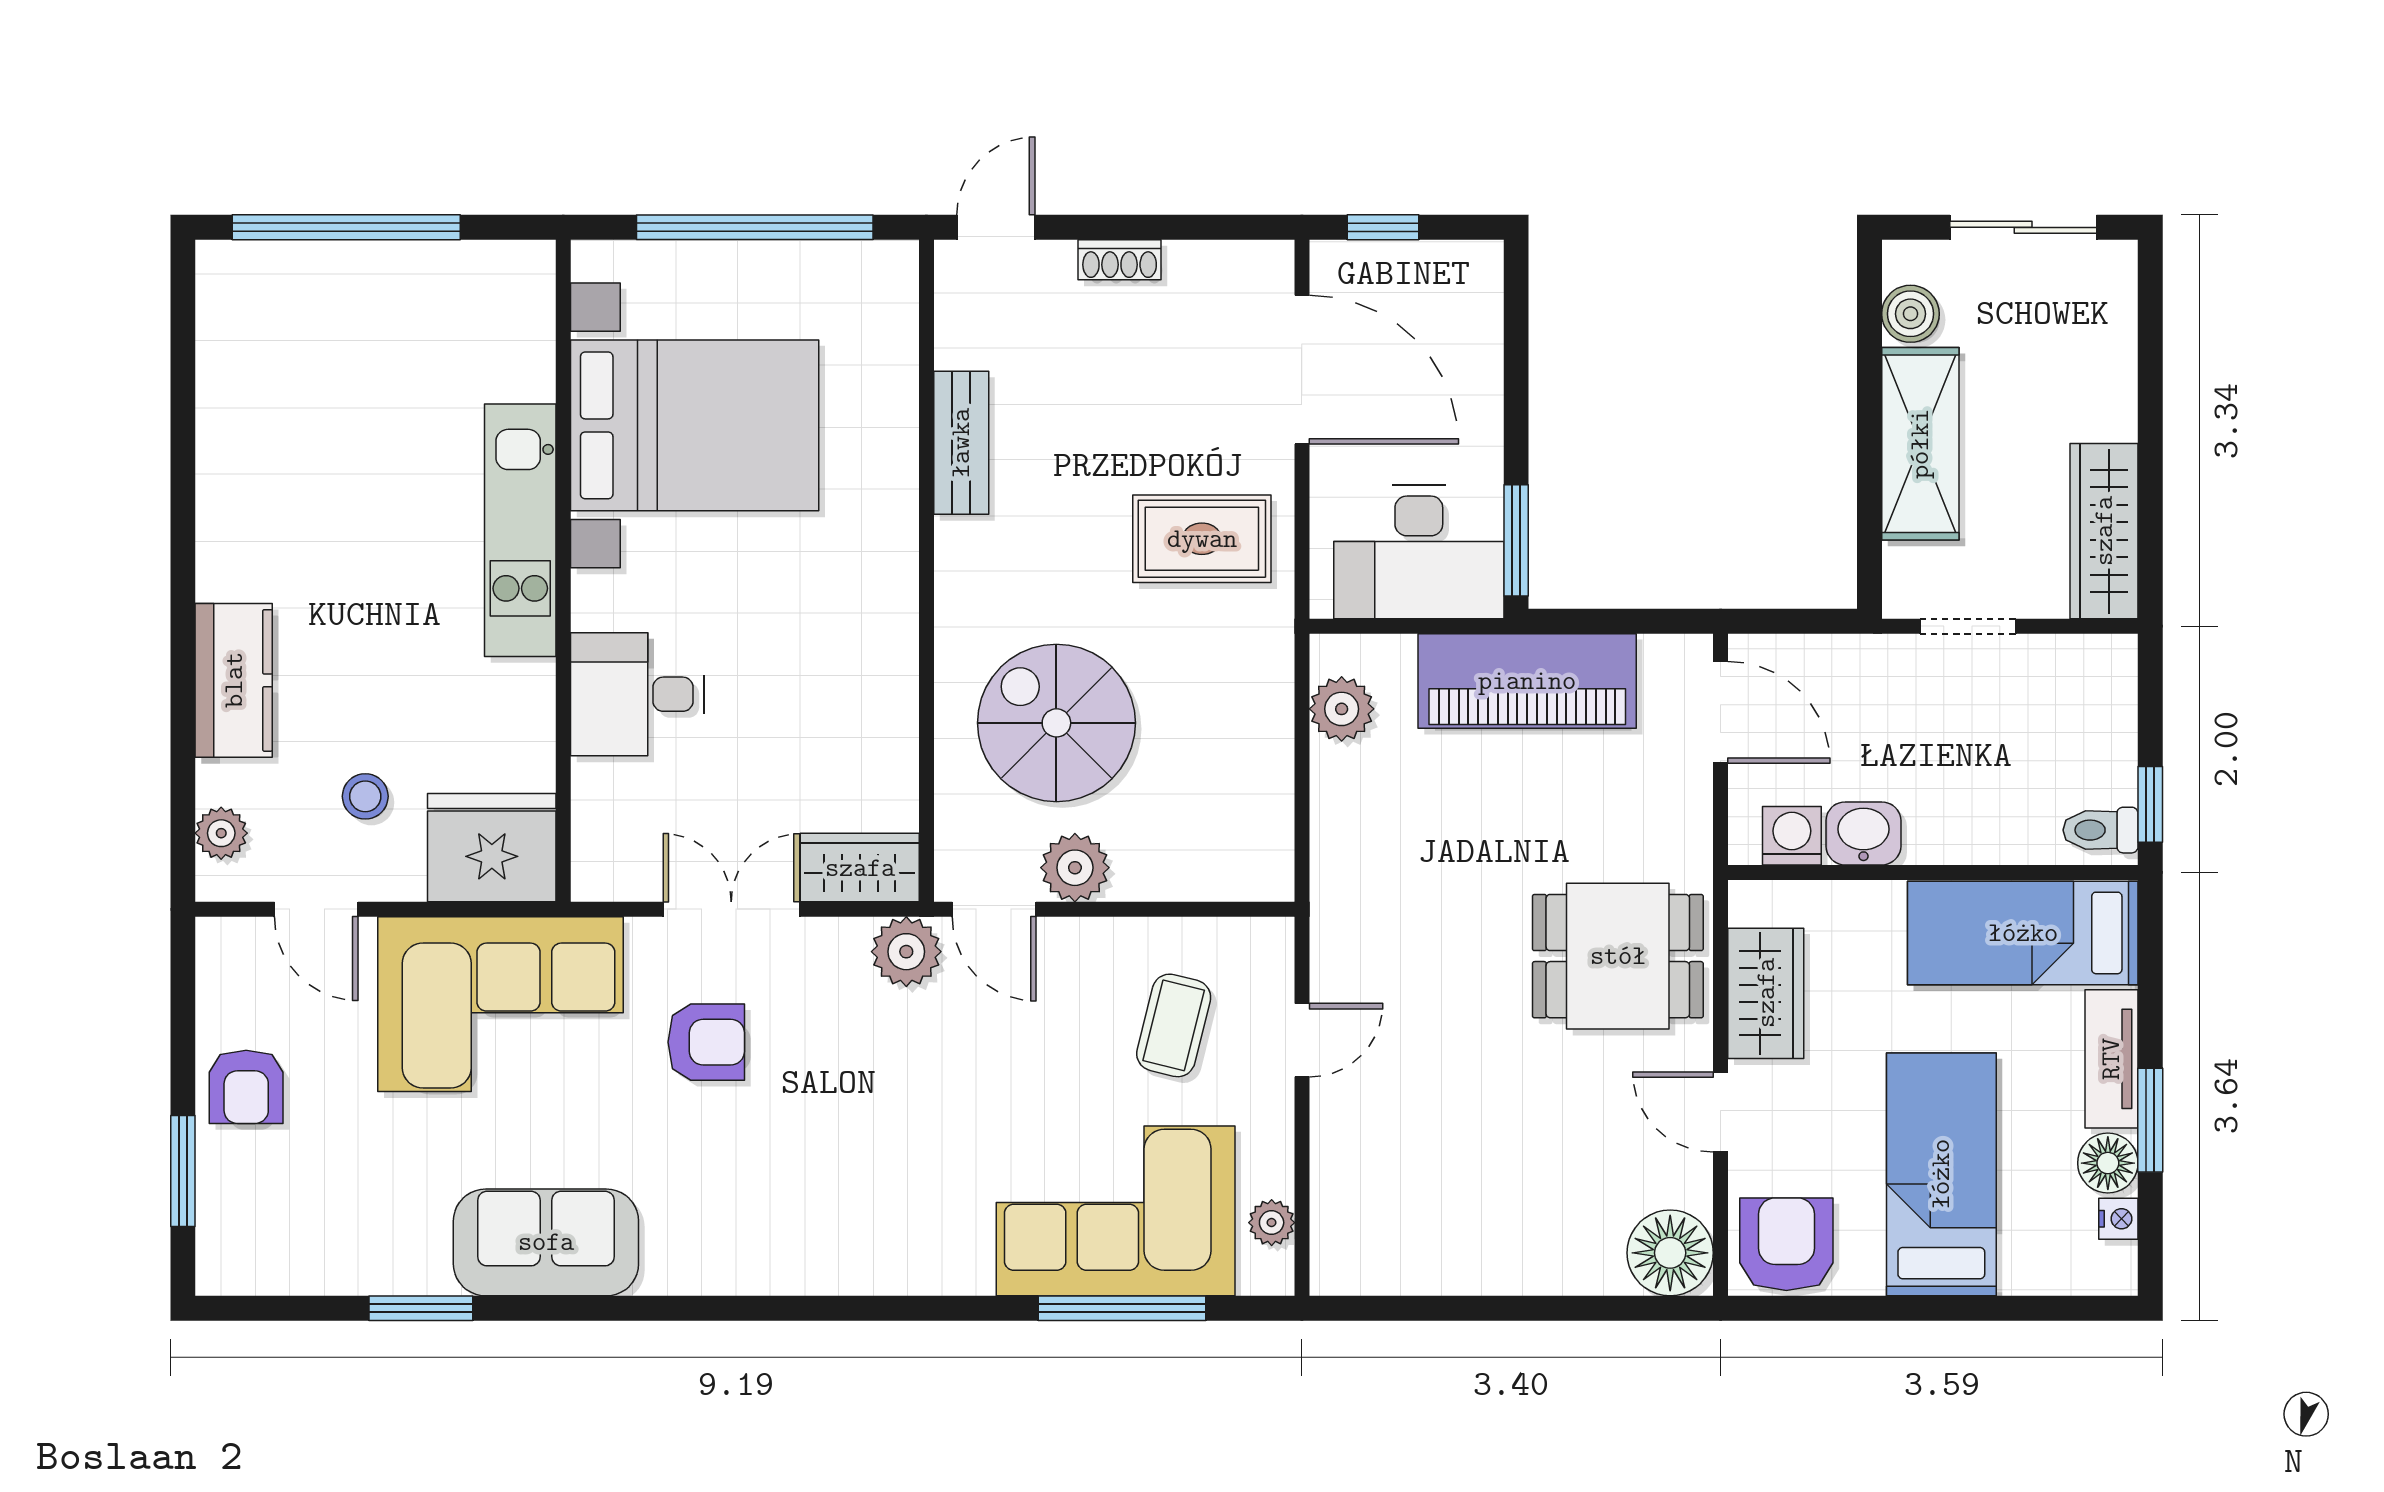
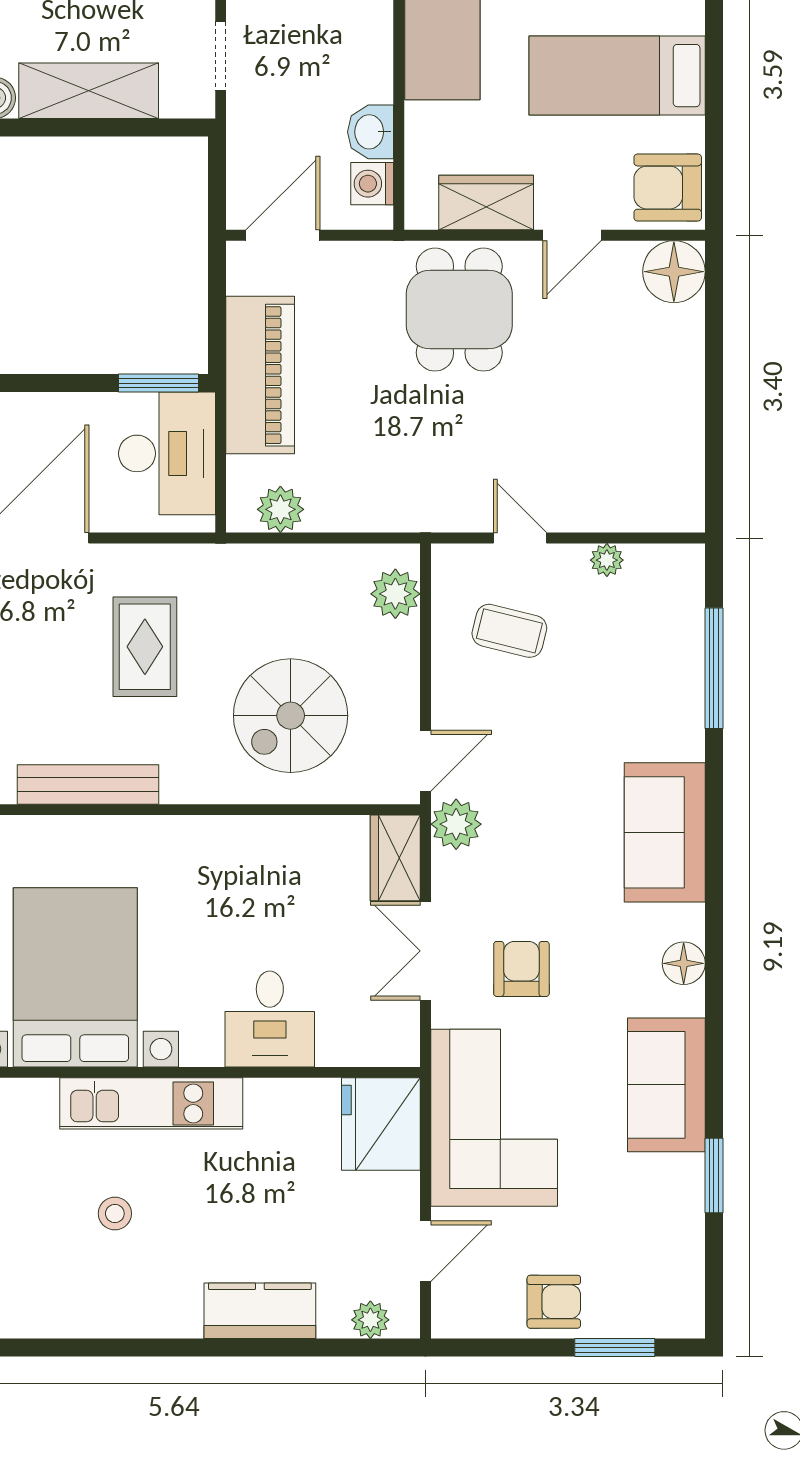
bench: (961, 443) -> (88, 785), width x1.36
rug: (1202, 539) -> (145, 647), moved
stool: (365, 796) -> (115, 1214), moved
plant: (1075, 868) -> (395, 594), moved
corner sofa: (1116, 1211) -> (644, 673), removed
plant: (1272, 1223) -> (607, 560), moved
sofa: (895, 1240) -> (665, 832), added
floor lamp: (714, 1266) -> (684, 963), added

